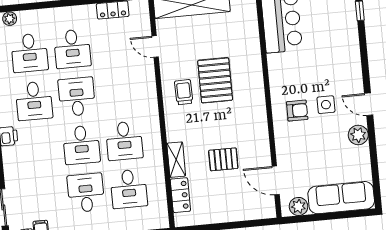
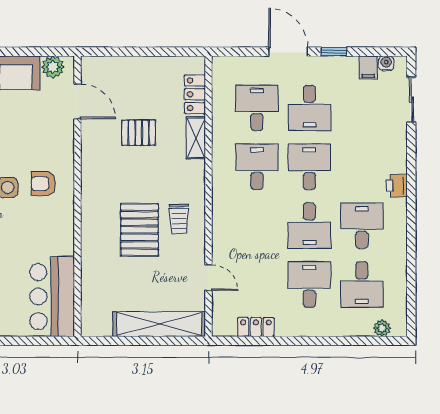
desk: (29, 53) -> (362, 284), turned 180

